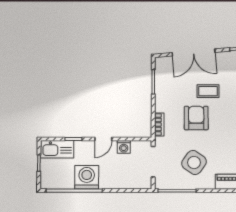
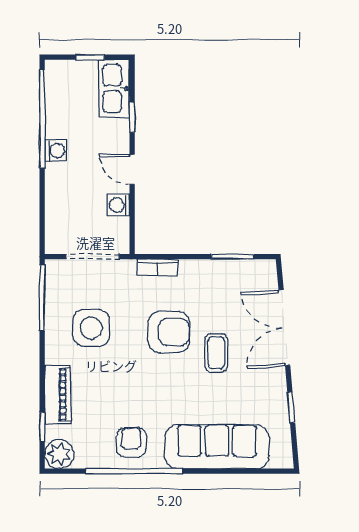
side table: (194, 162) -> (91, 328), turned -36
washing machine: (87, 177) -> (56, 150), width x0.53, depth x0.53

